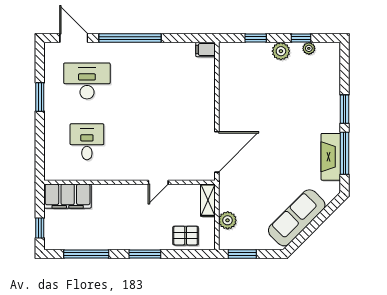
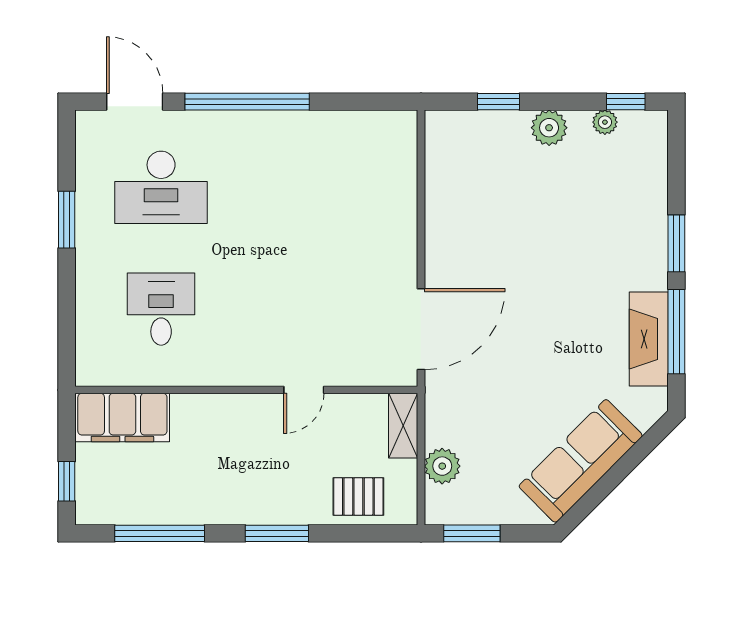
window: (301, 38) -> (626, 102), moved
filing cabinet: (206, 49) -> (398, 124), removed
desk: (87, 81) -> (161, 187), turned 180

